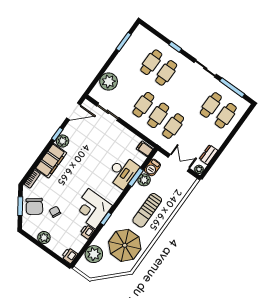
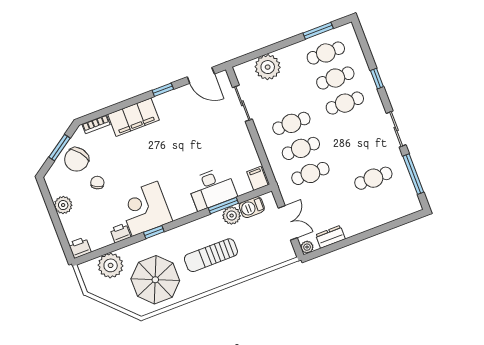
cafe table: (226, 116) -> (326, 53), moved
plant: (63, 141) -> (164, 102), removed

